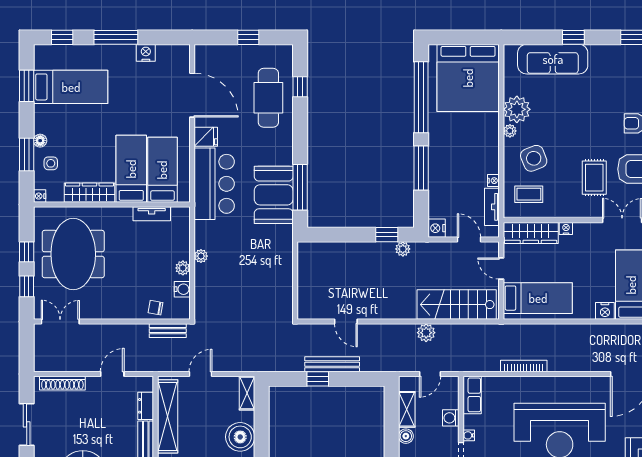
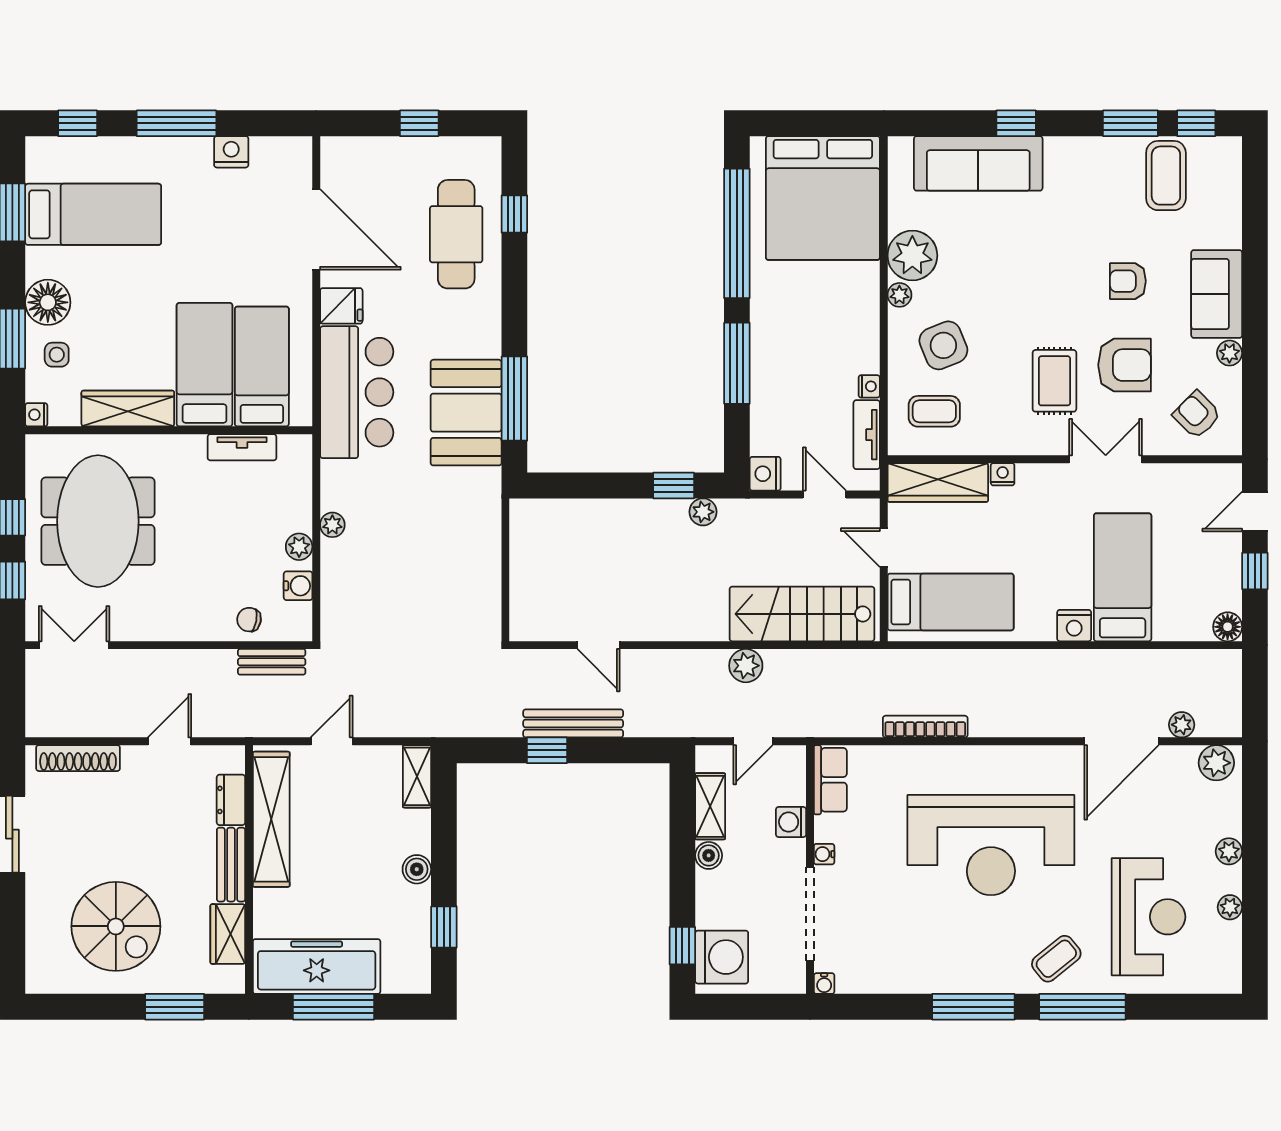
floor lamp: (40, 141) -> (48, 302), width x1.89, depth x1.89
boiler: (240, 437) -> (417, 869), width x0.54, depth x0.54

